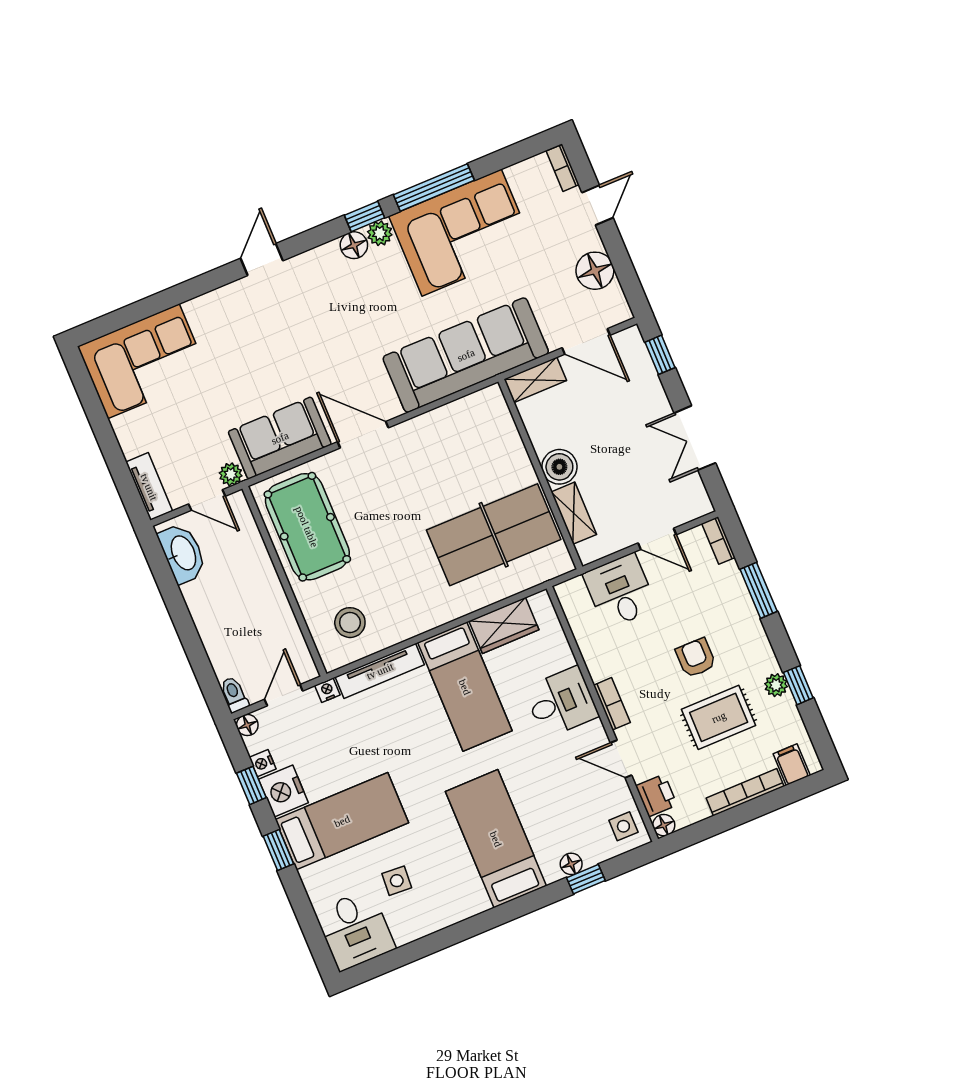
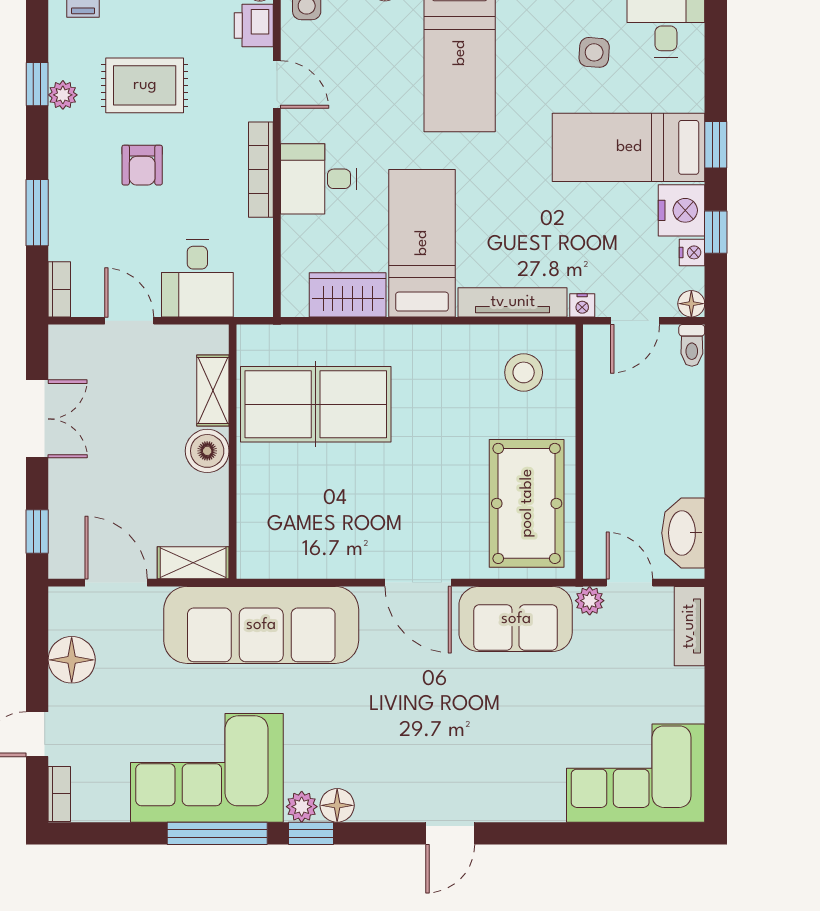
bookcase: (612, 704) -> (261, 170), width x1.56

